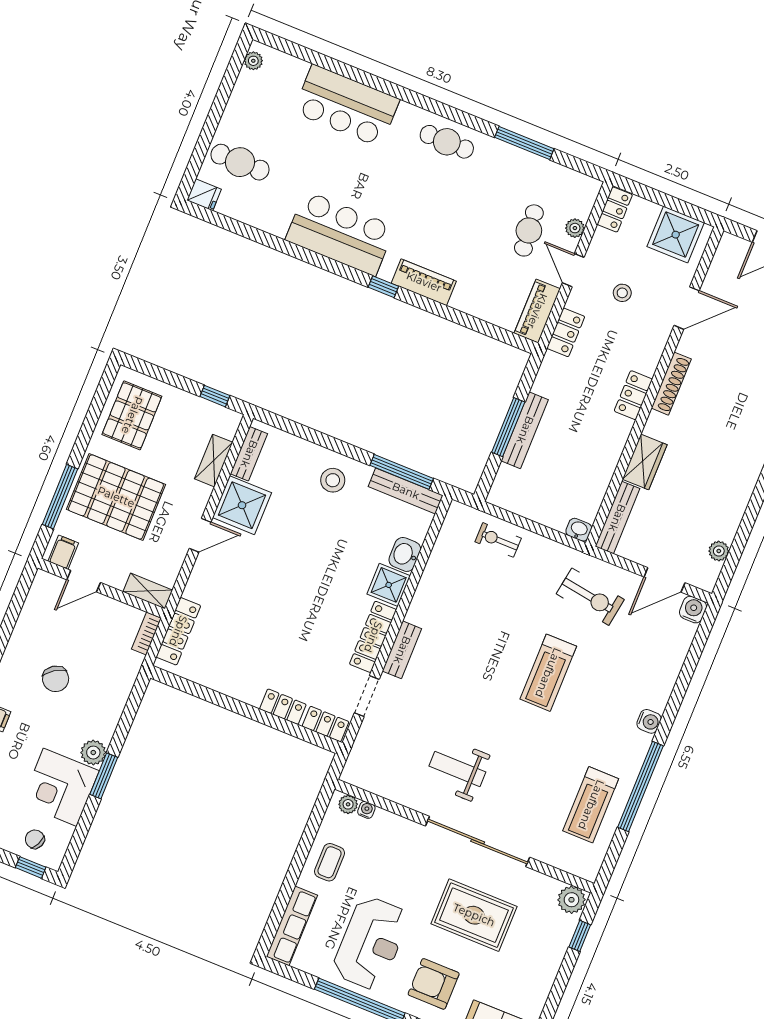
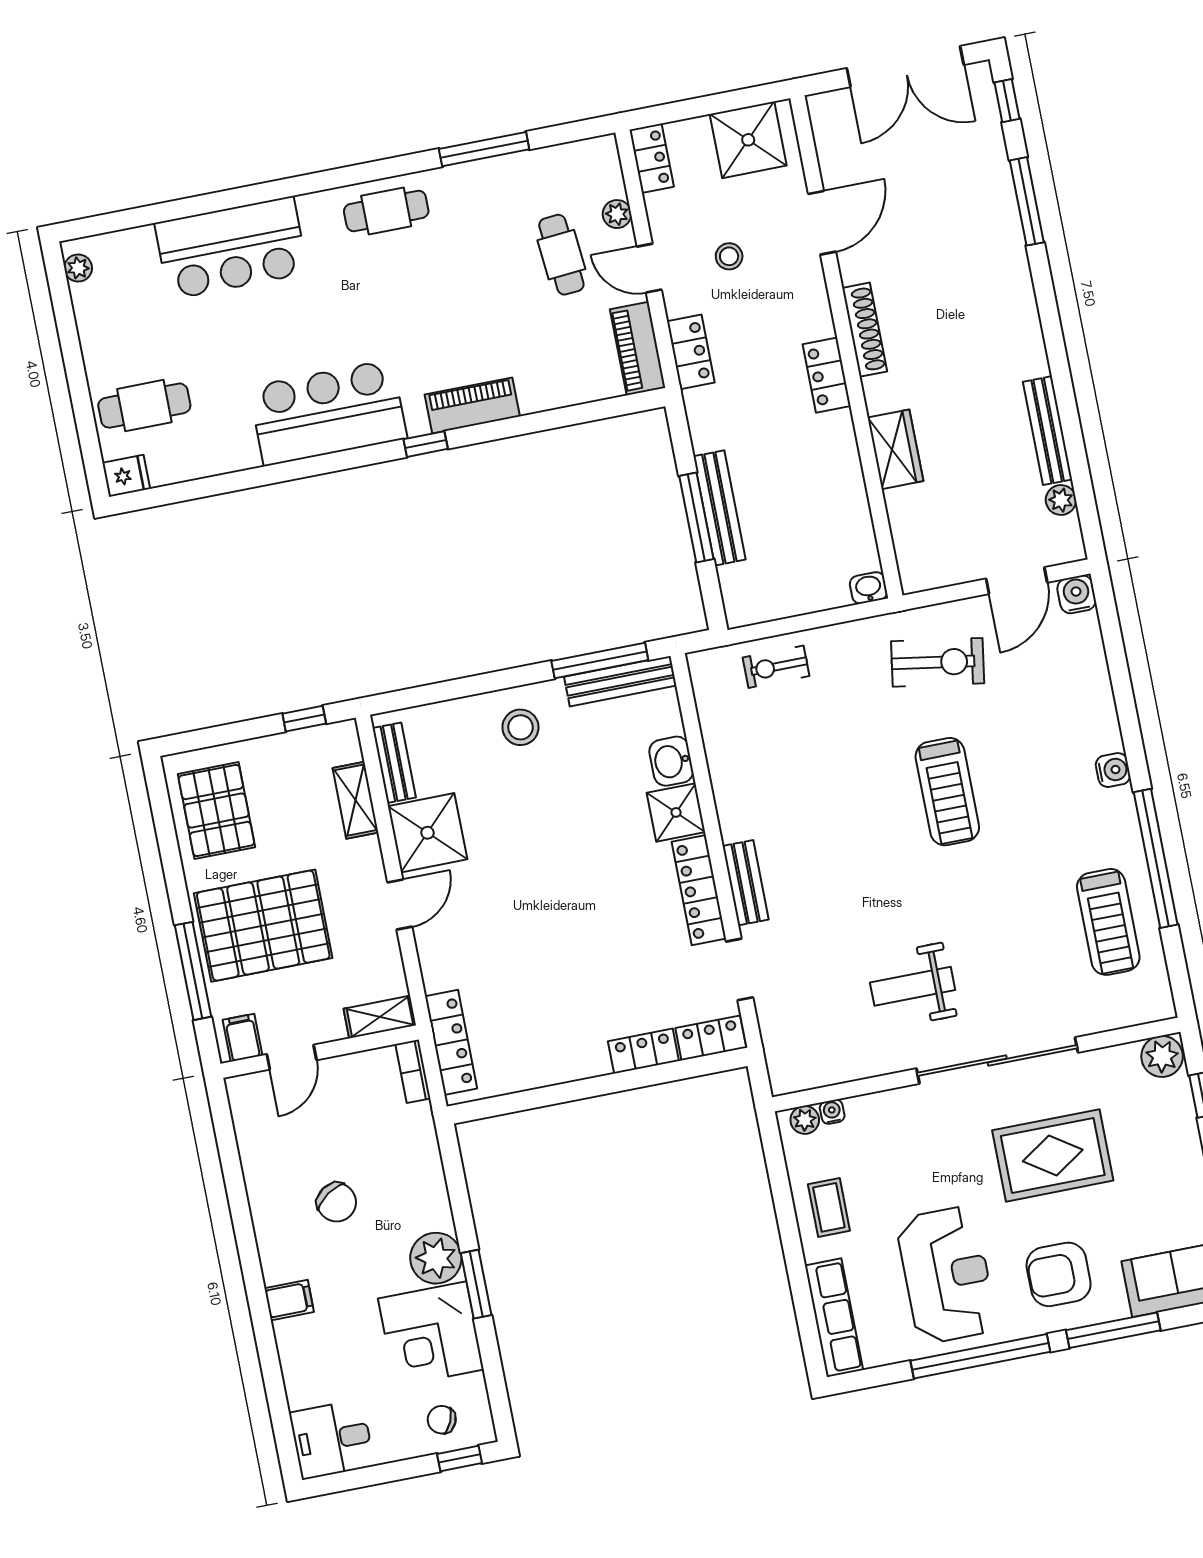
bench: (617, 518) -> (1048, 431), moved
plant: (93, 753) -> (436, 1258), width x1.36, depth x1.36

